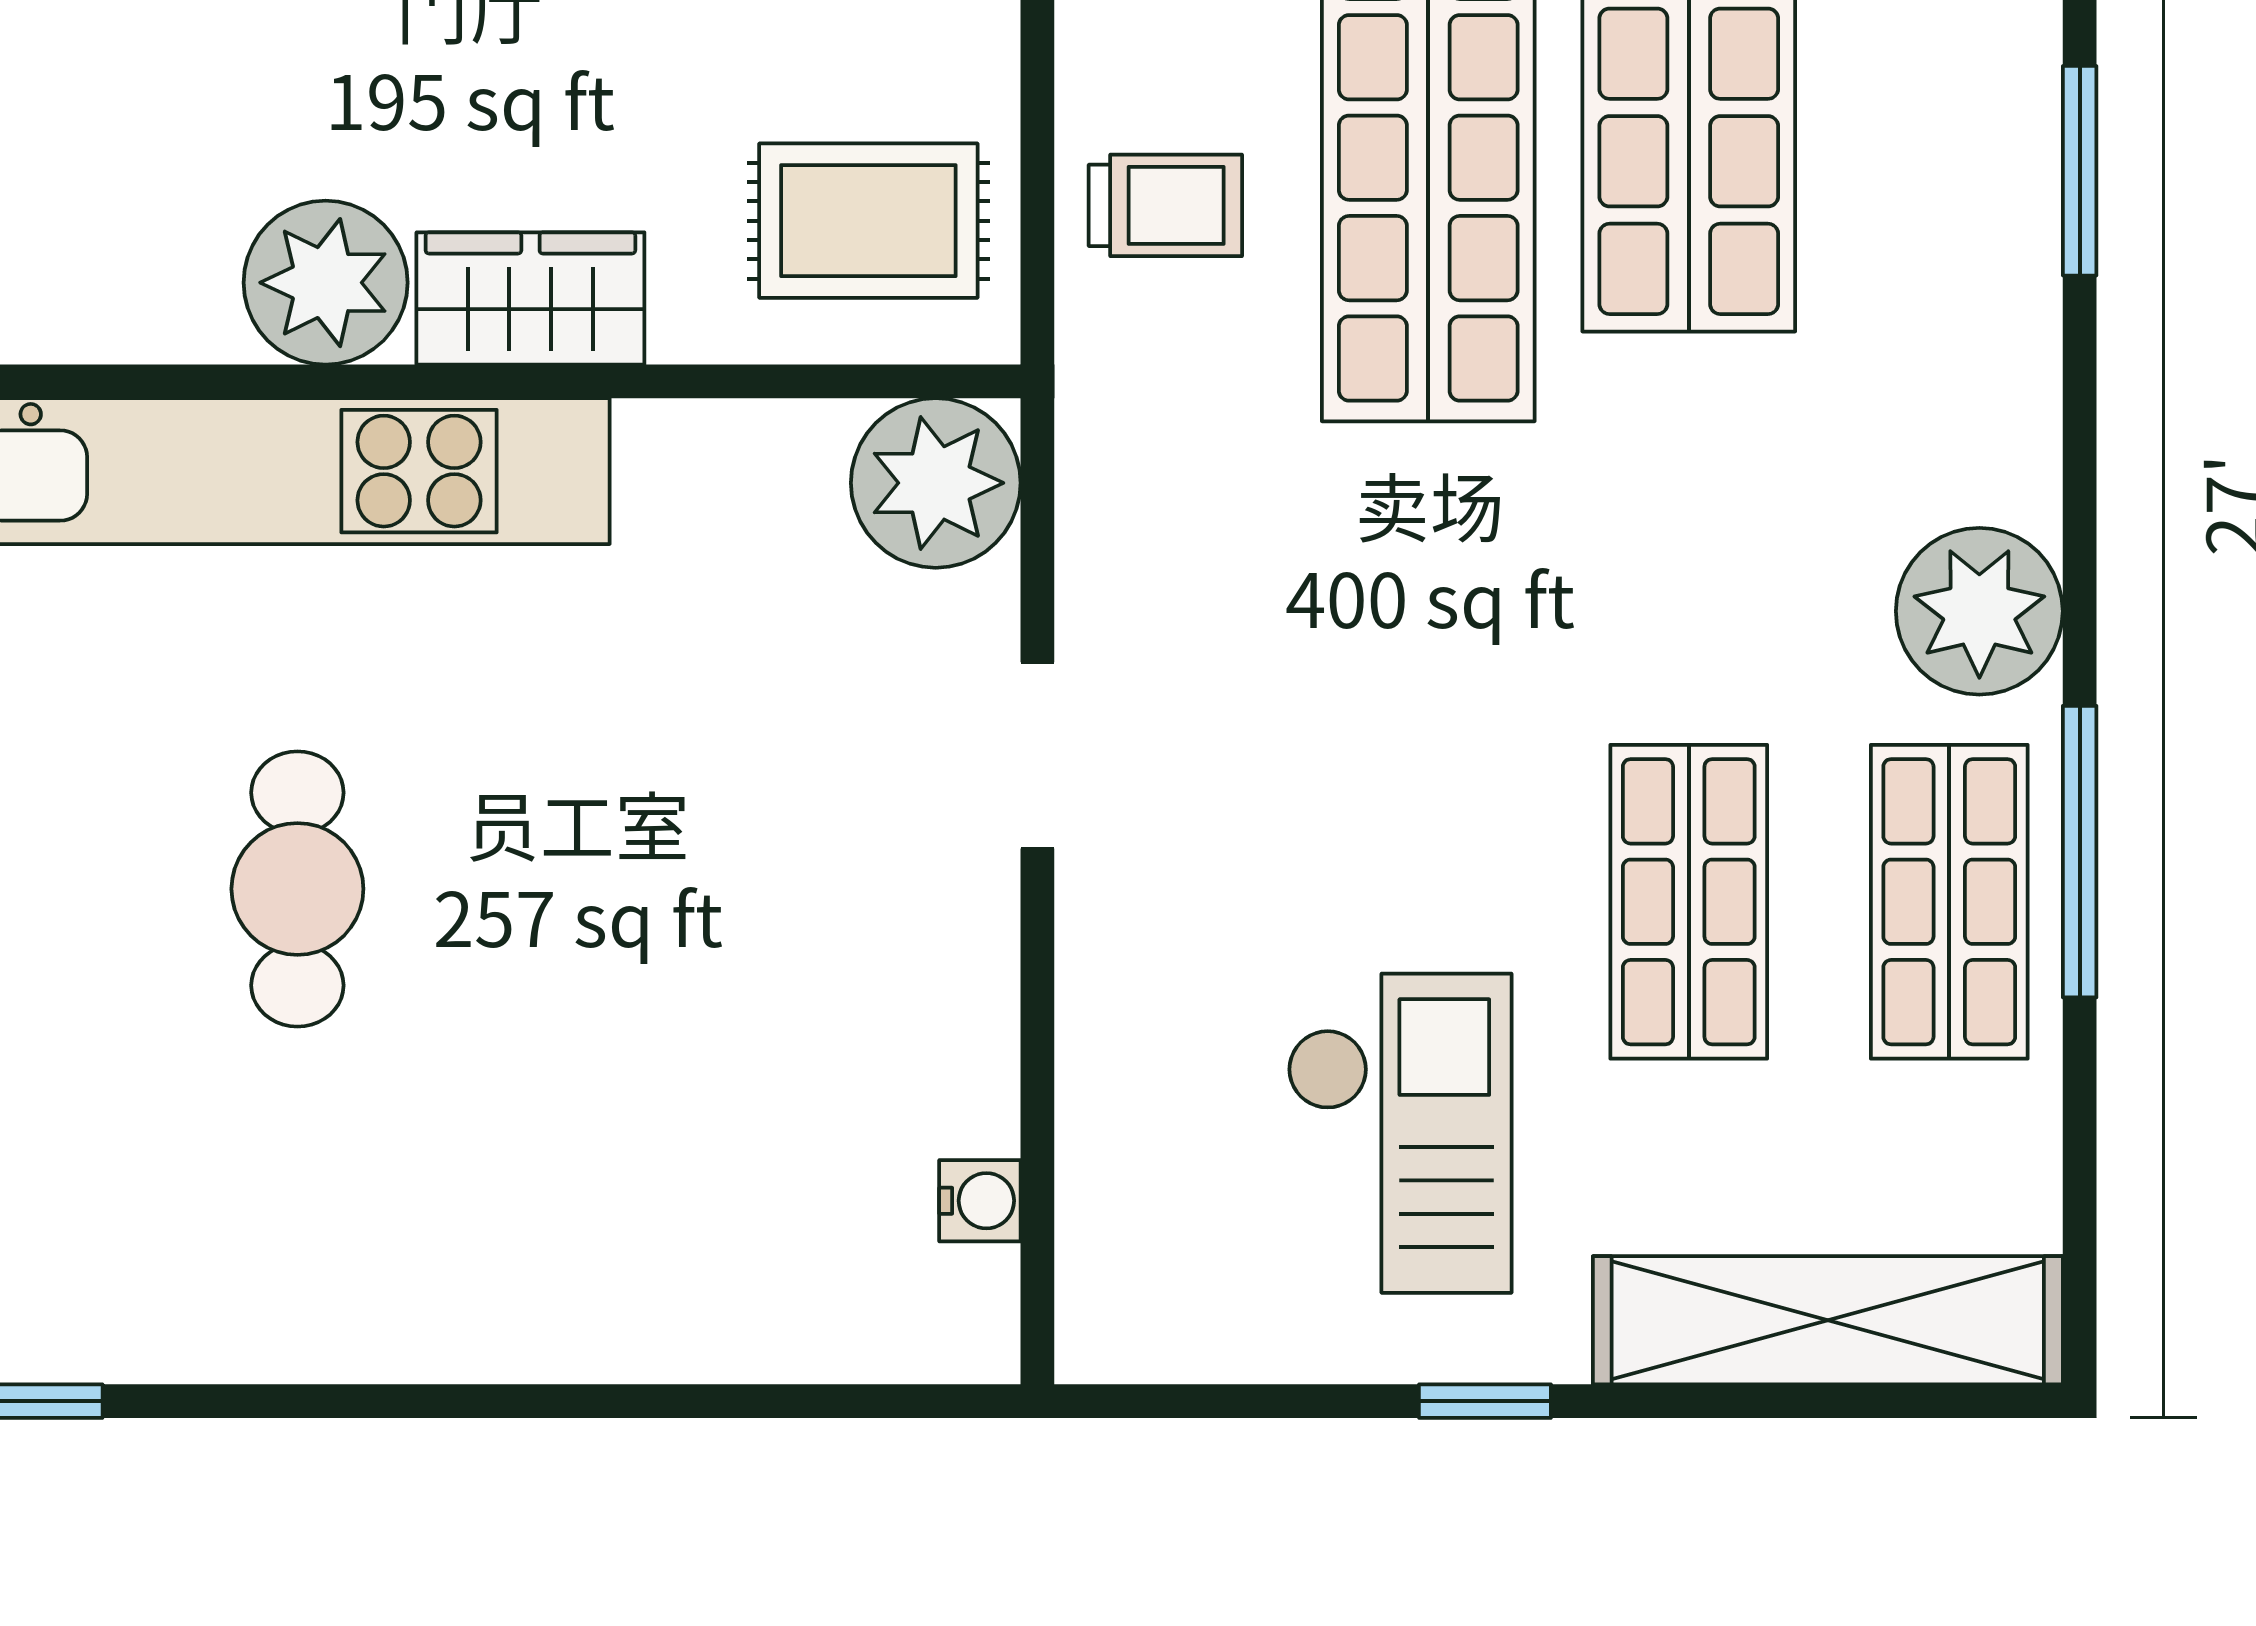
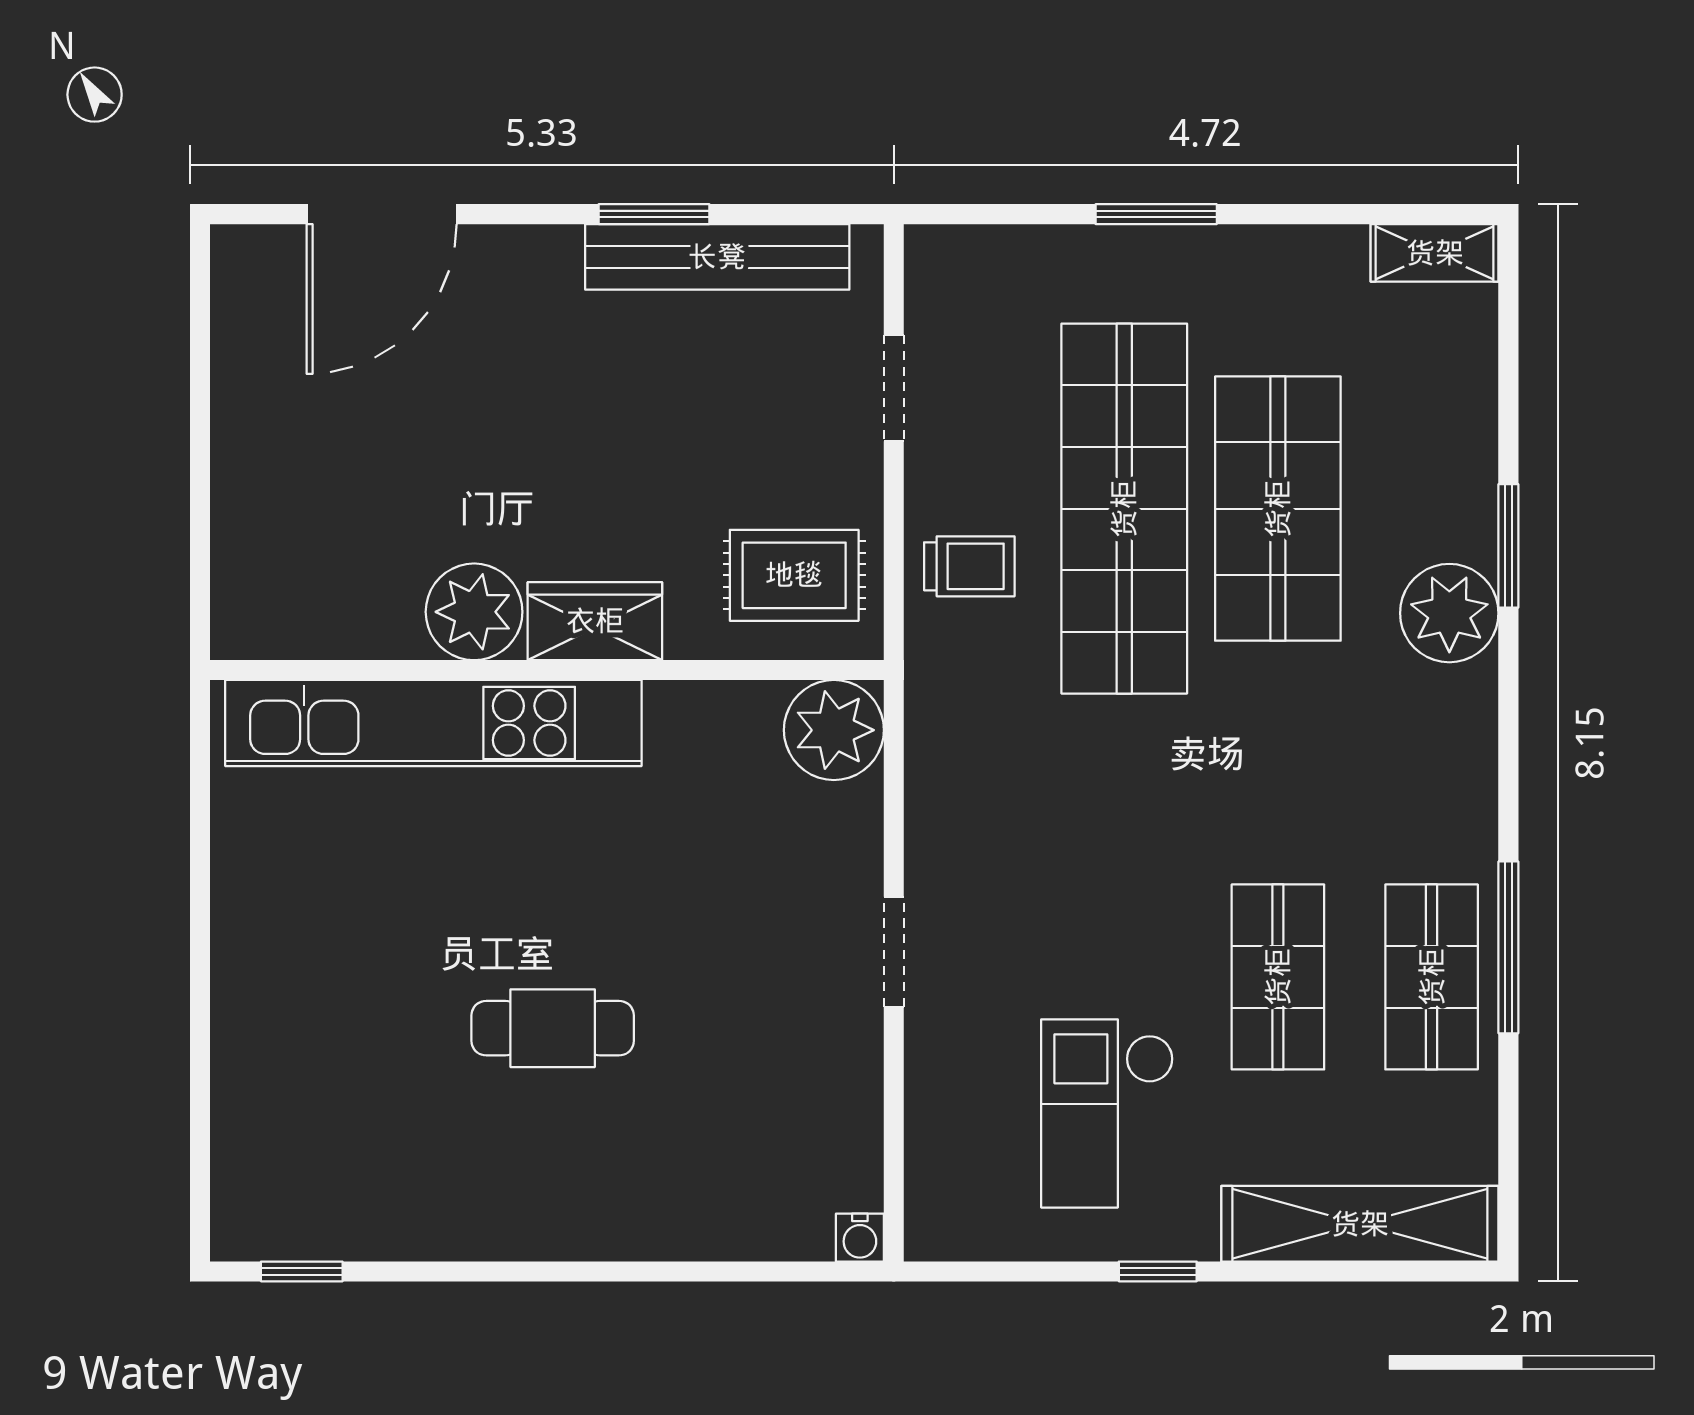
plant: (1979, 611) -> (1449, 613), moved
doorway: (1037, 755) -> (894, 952), moved
cafe table: (297, 889) -> (553, 1028), moved, turned 90
checkout: (1399, 1133) -> (1107, 1113), turned 180
water cooler: (980, 1201) -> (860, 1238), moved, turned 90

